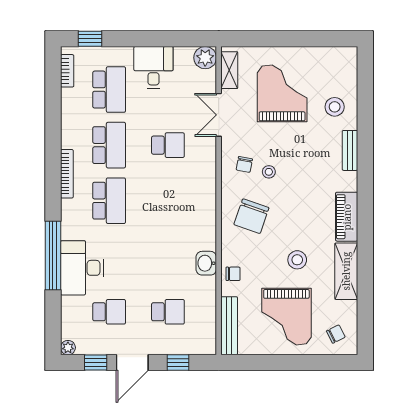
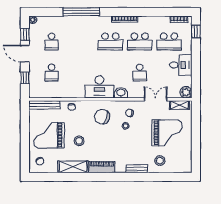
washbasin: (206, 263) -> (121, 93), moved
desk: (82, 268) -> (99, 87), moved, turned 180

